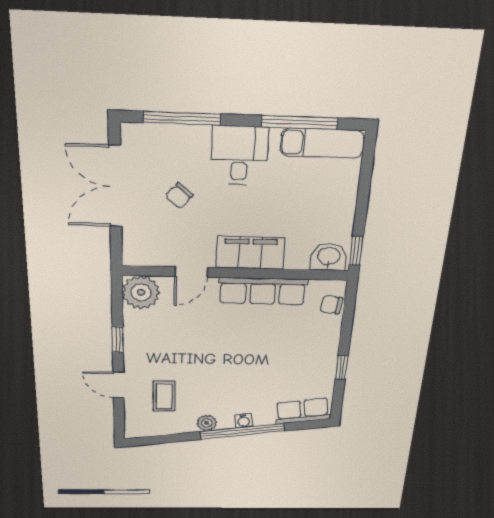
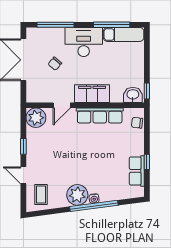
desk: (239, 156) -> (84, 42), width x1.37
coffee table: (164, 396) -> (41, 194), moved
row of seats: (303, 411) -> (137, 171), moved, turned -82
plant: (207, 423) -> (77, 195), width x1.87, depth x1.87

